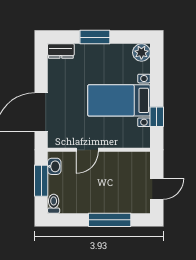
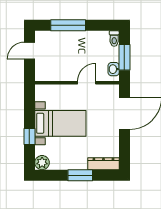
dresser: (61, 51) -> (103, 164), width x1.44
window: (157, 117) -> (29, 137), moved

